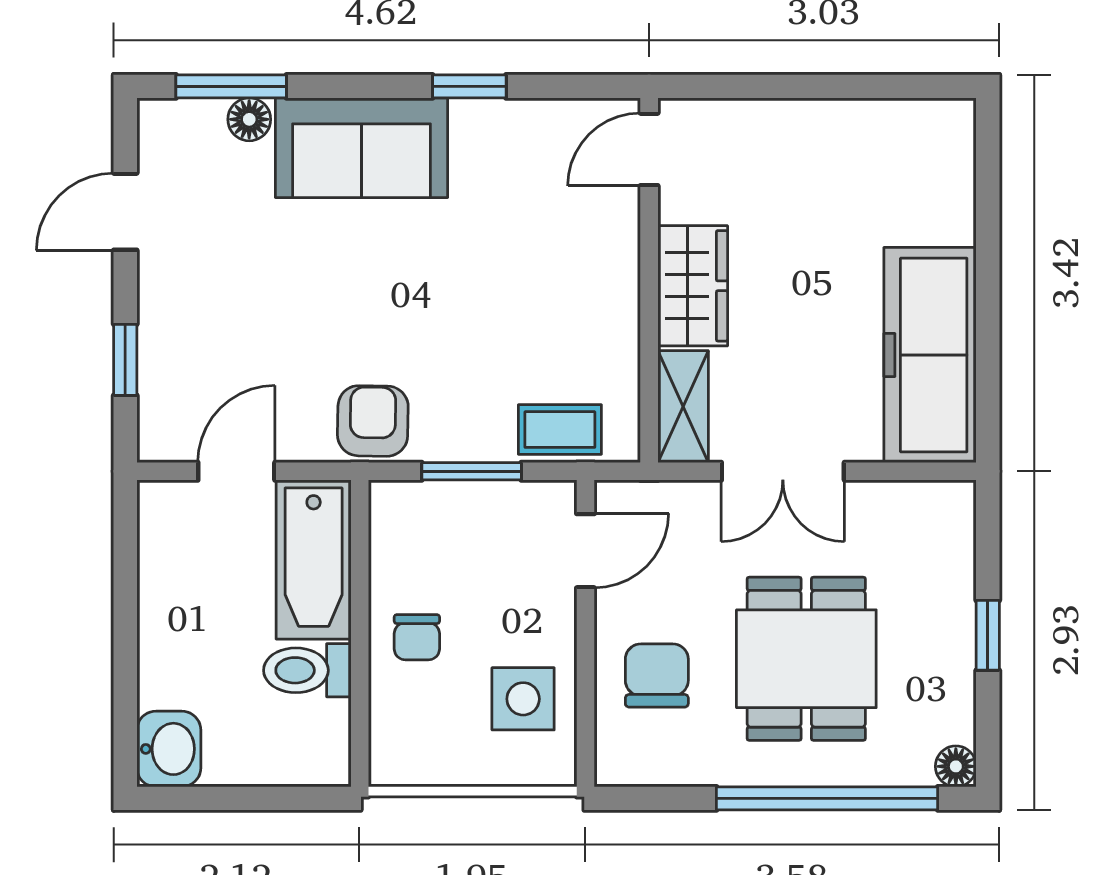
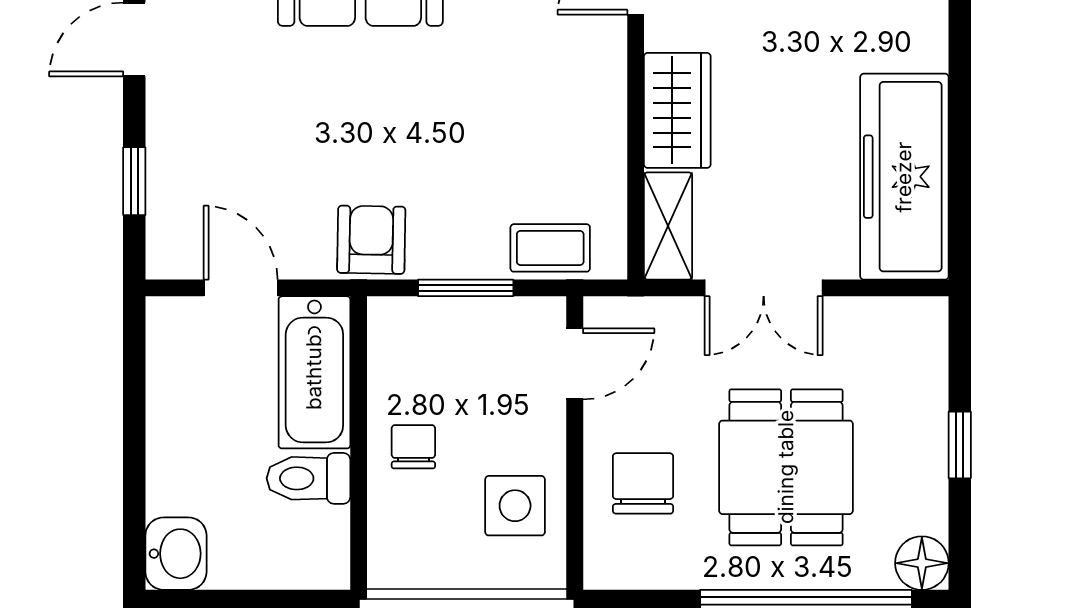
door: (236, 471) -> (241, 288), hinge flipped
chair: (417, 637) -> (413, 447), turned 180
floor lamp: (956, 766) -> (922, 563), width x1.37, depth x1.37

